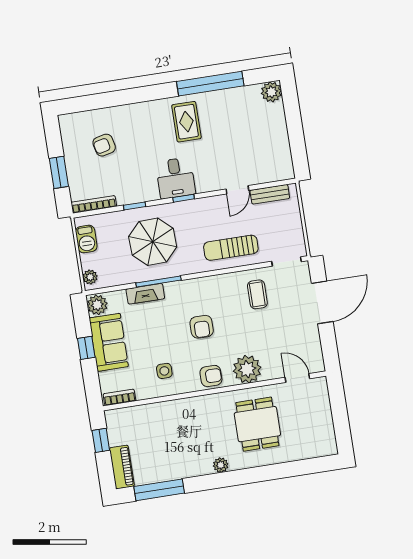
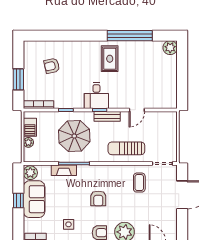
bench: (270, 194) -> (107, 116), moved
plant: (90, 277) -> (28, 142), moved

